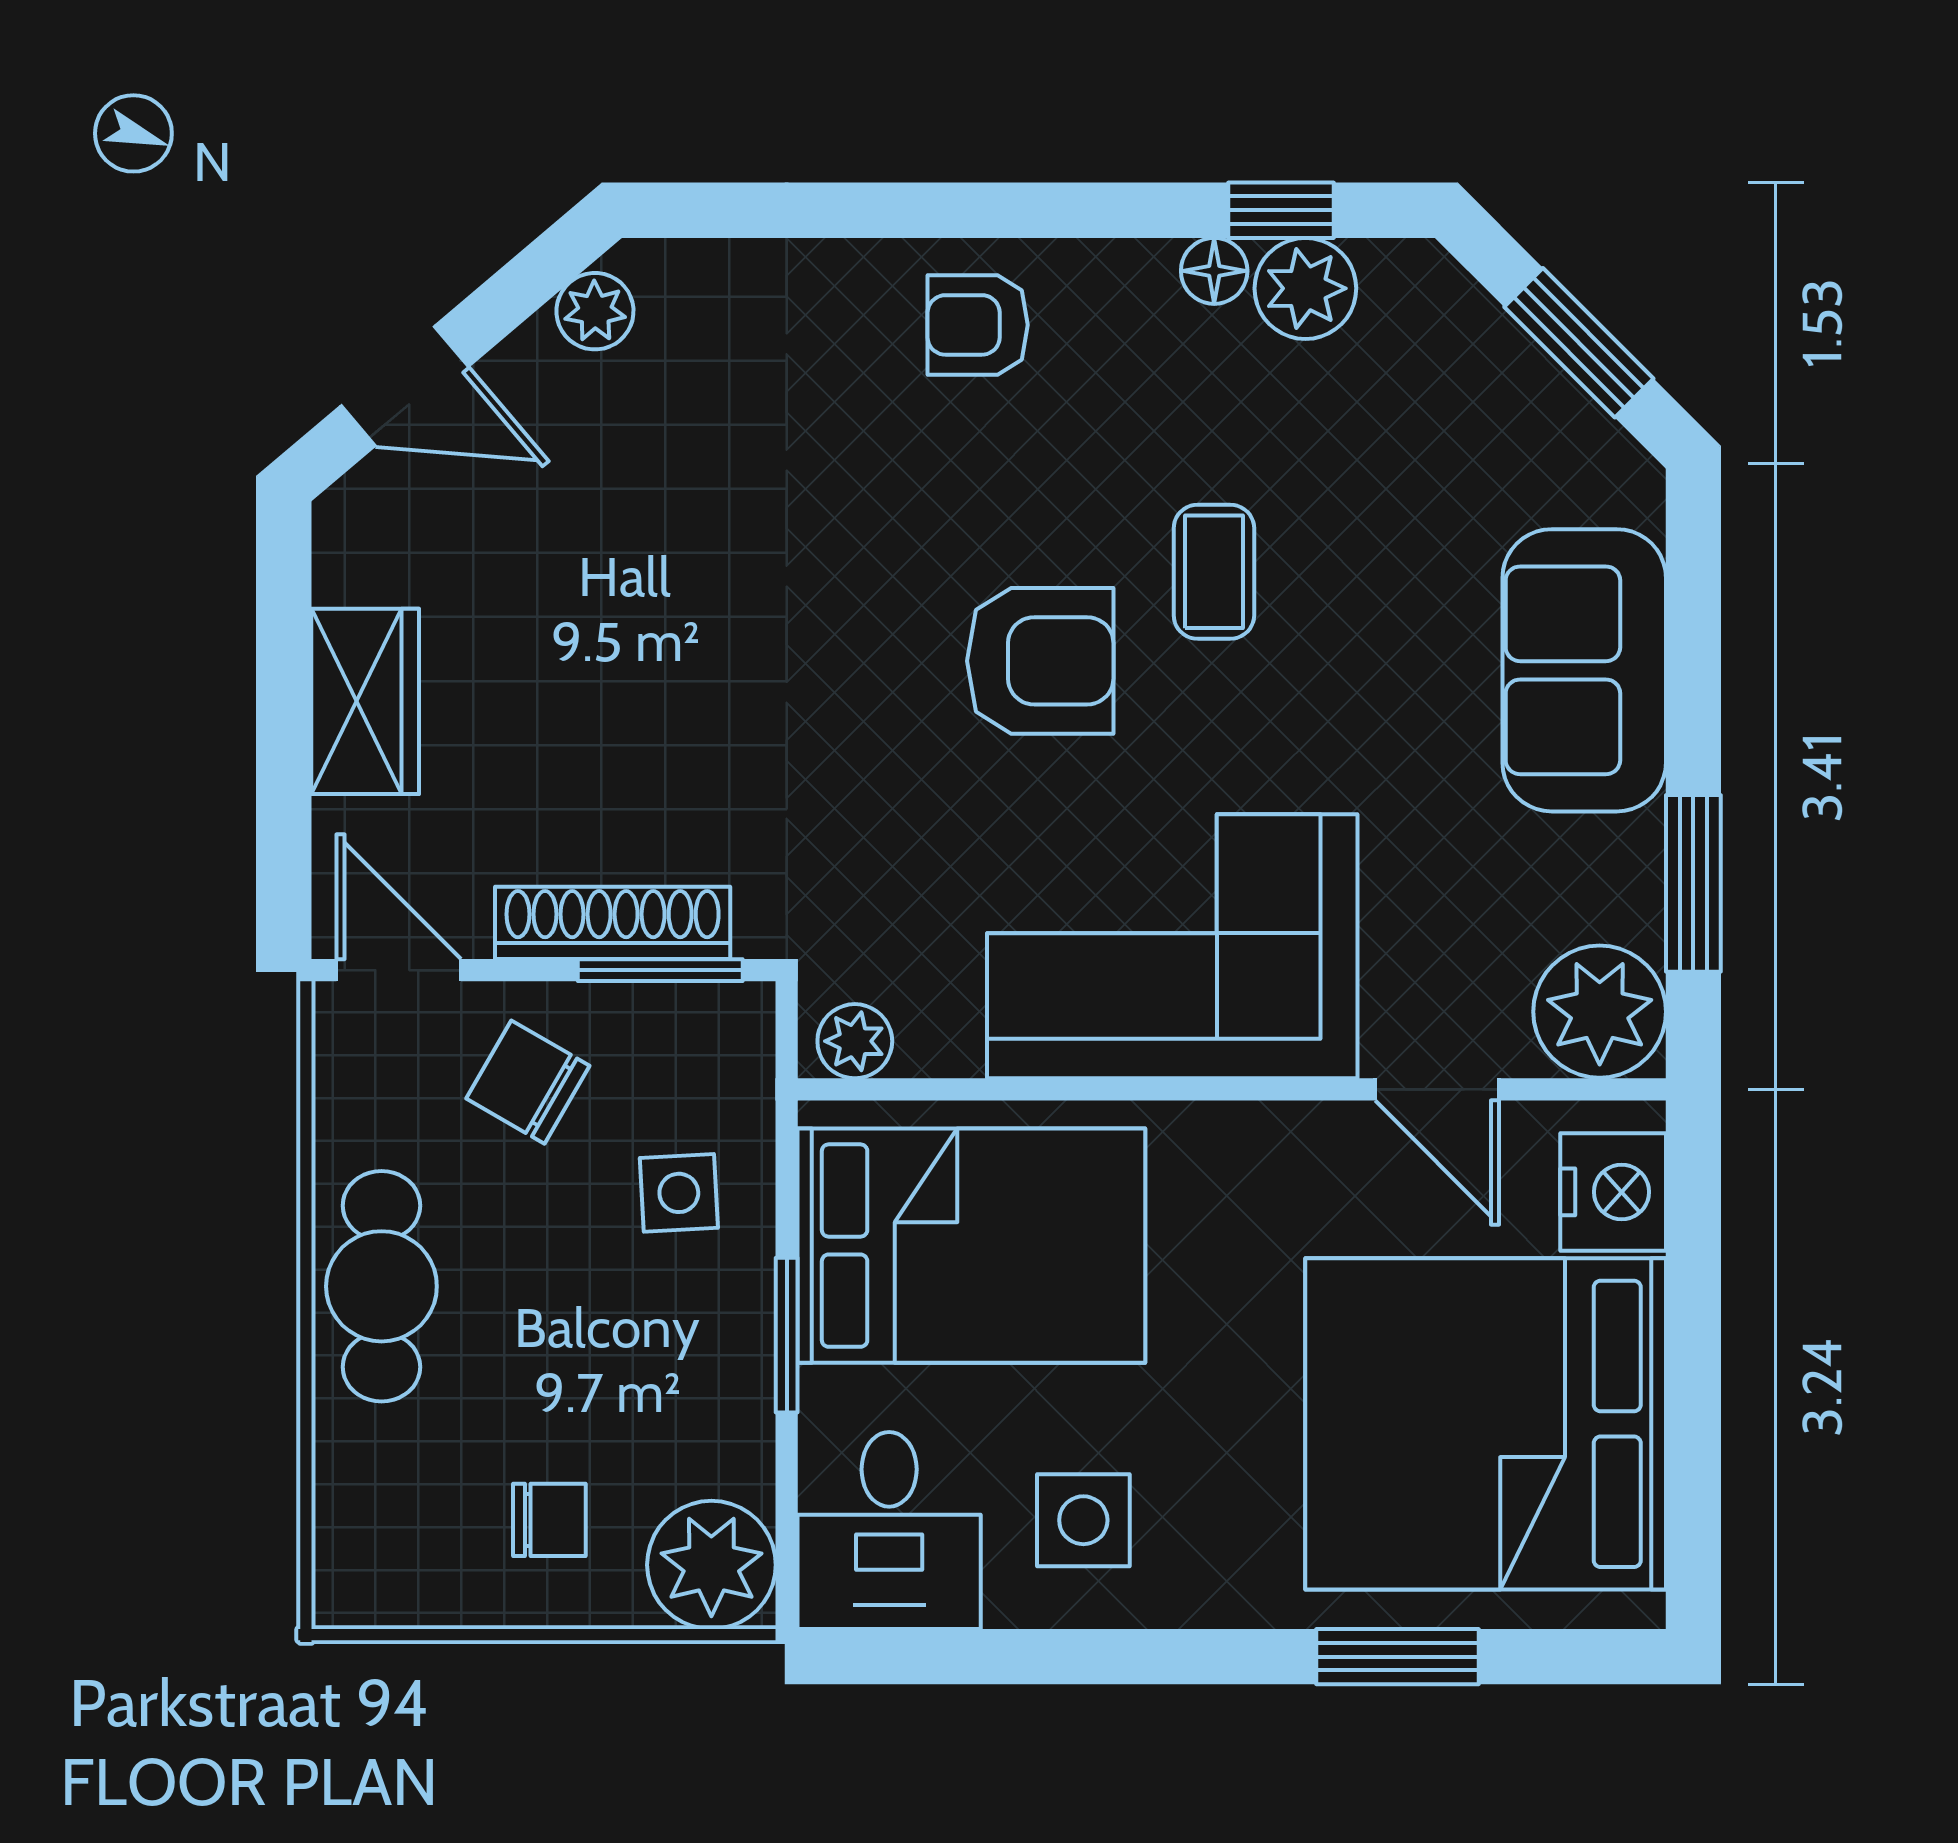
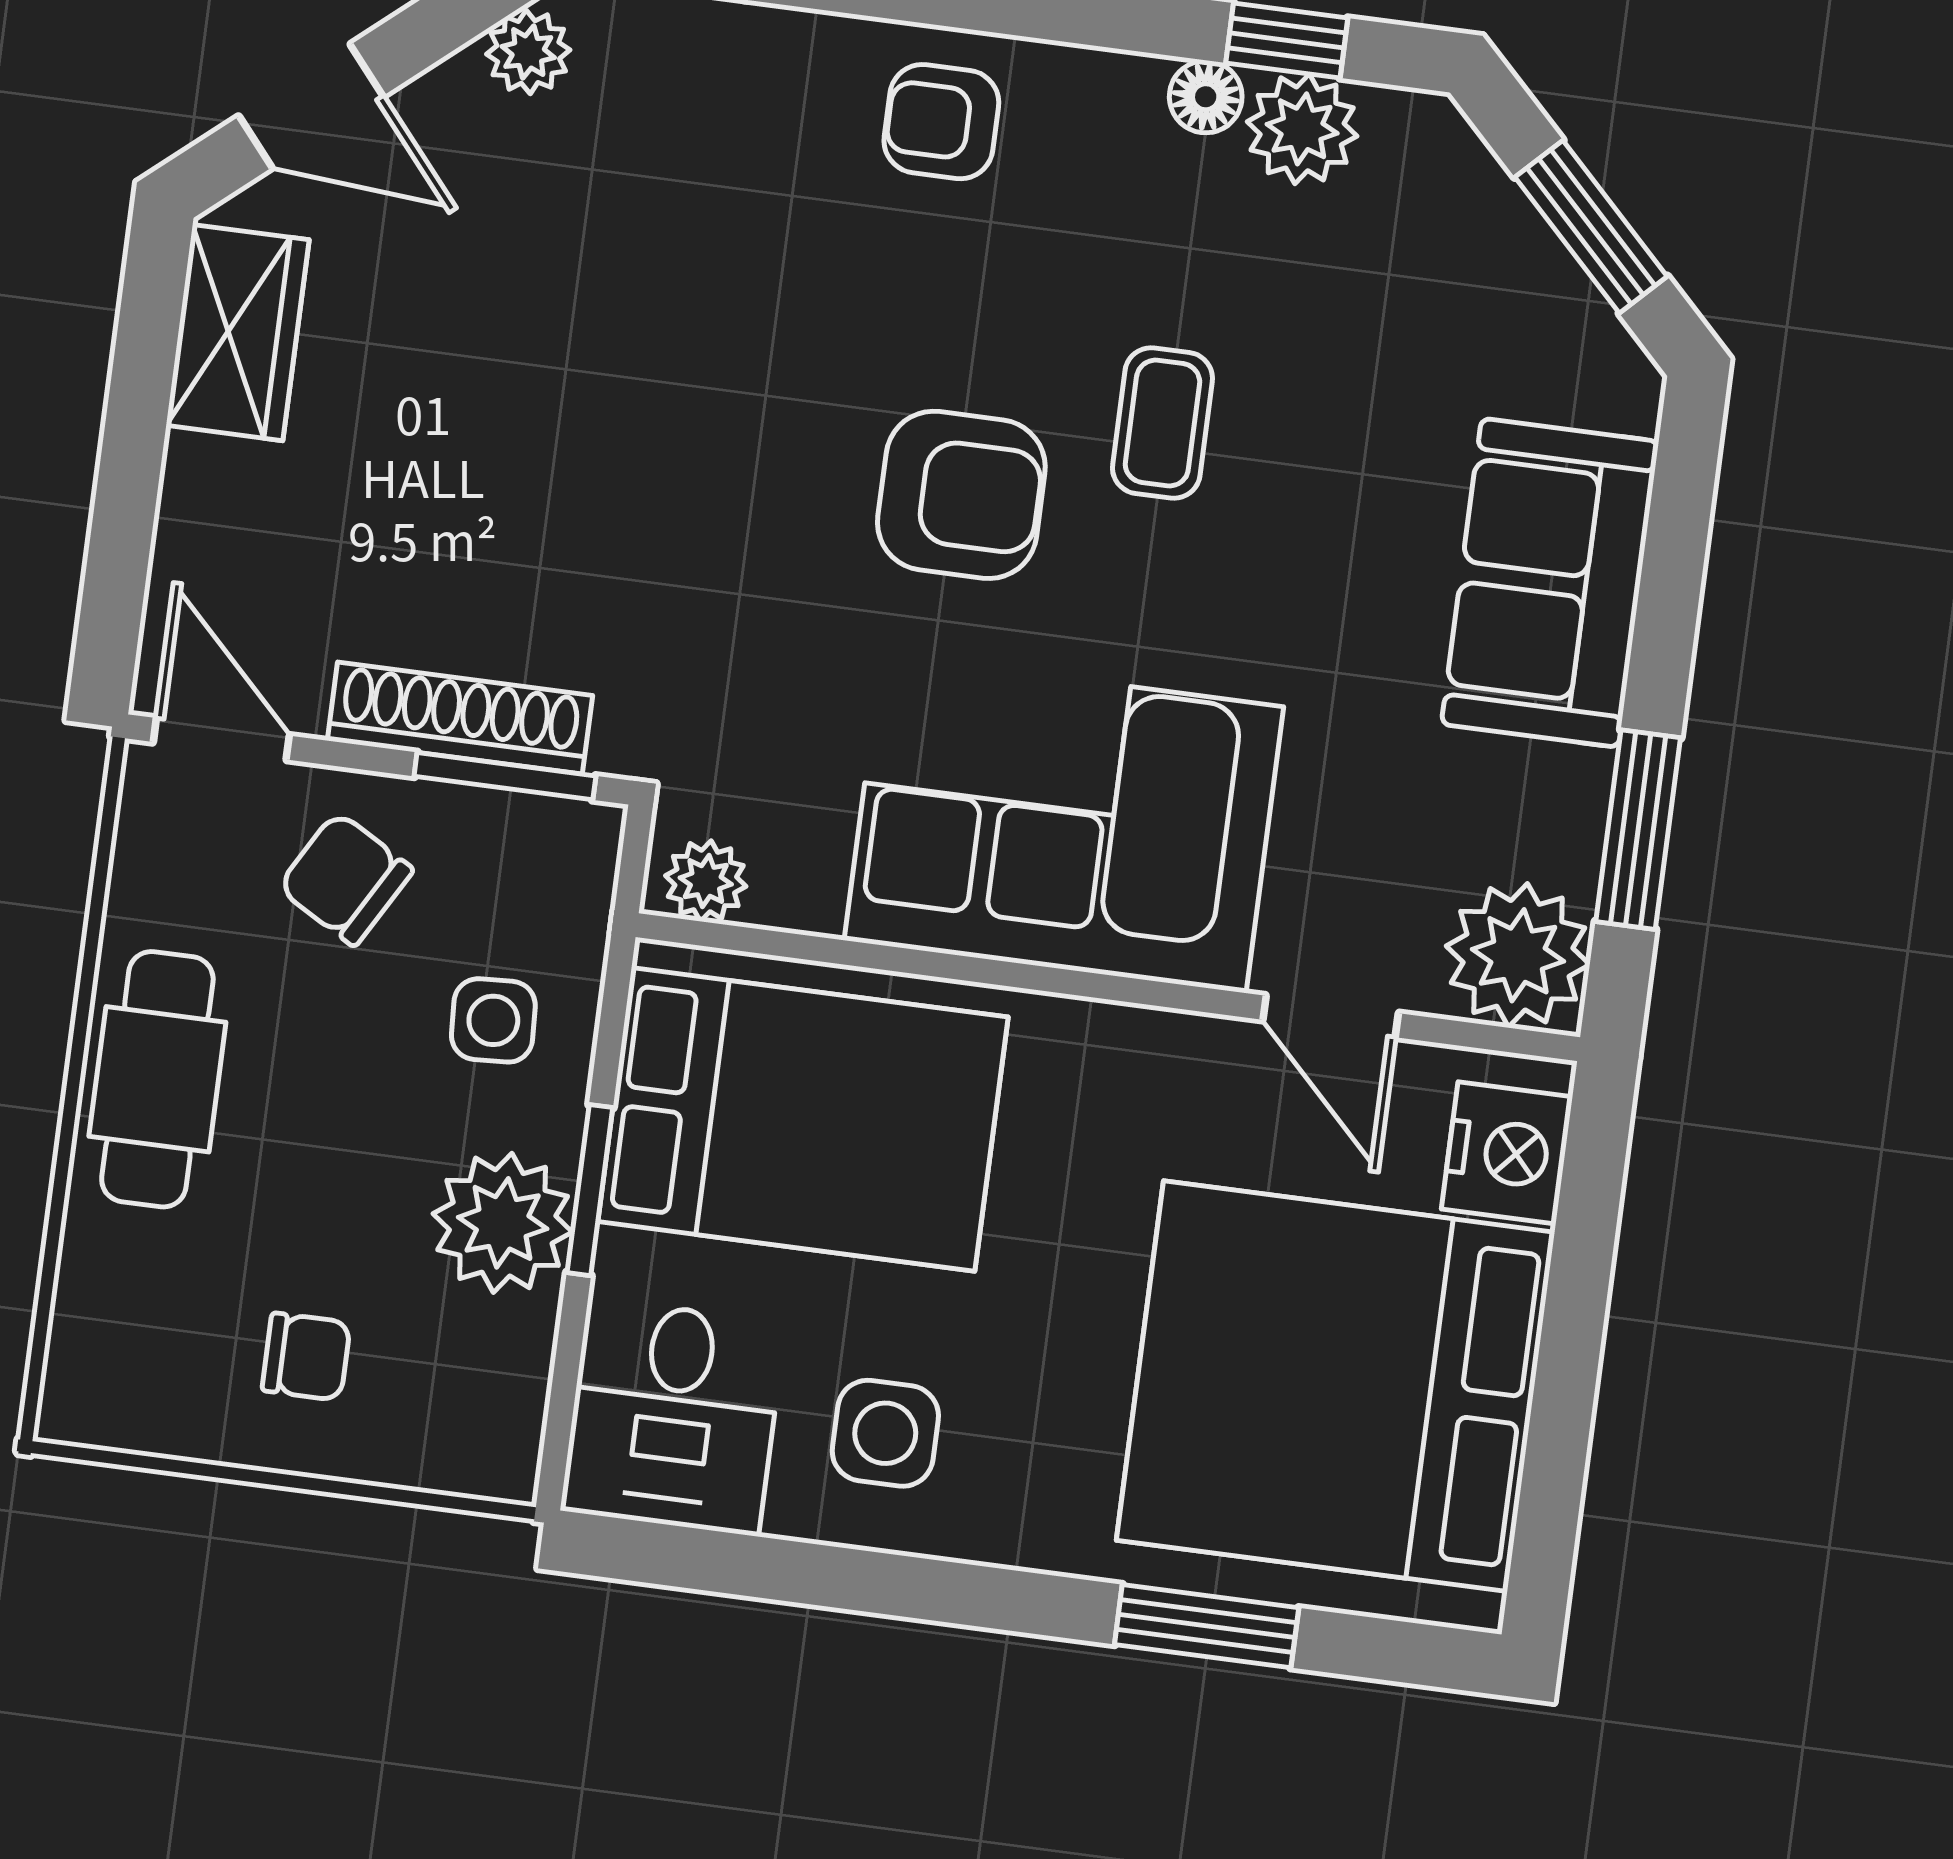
wardrobe: (365, 701) -> (238, 333), moved
plant: (711, 1565) -> (503, 1223), moved

